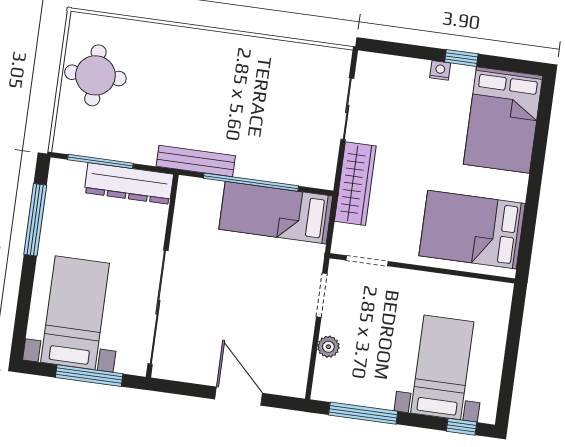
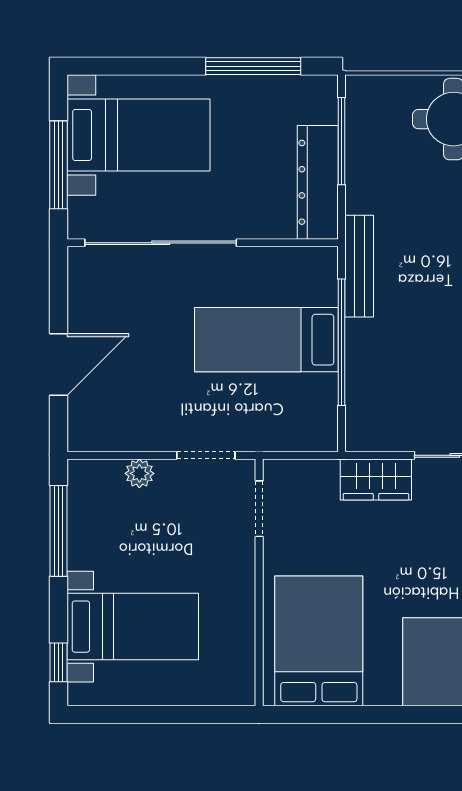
wardrobe: (355, 184) -> (376, 479), width x0.67
bed: (276, 213) -> (266, 340), moved, turned -90

